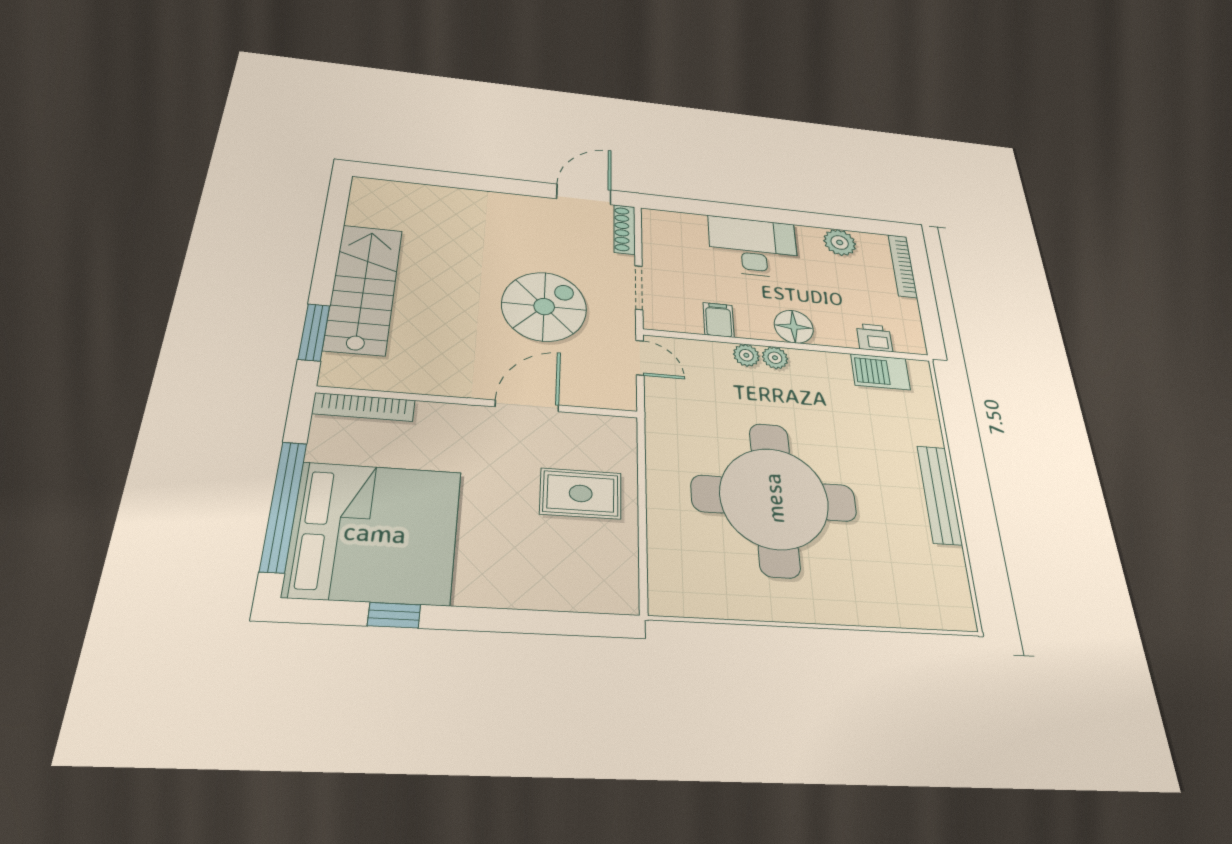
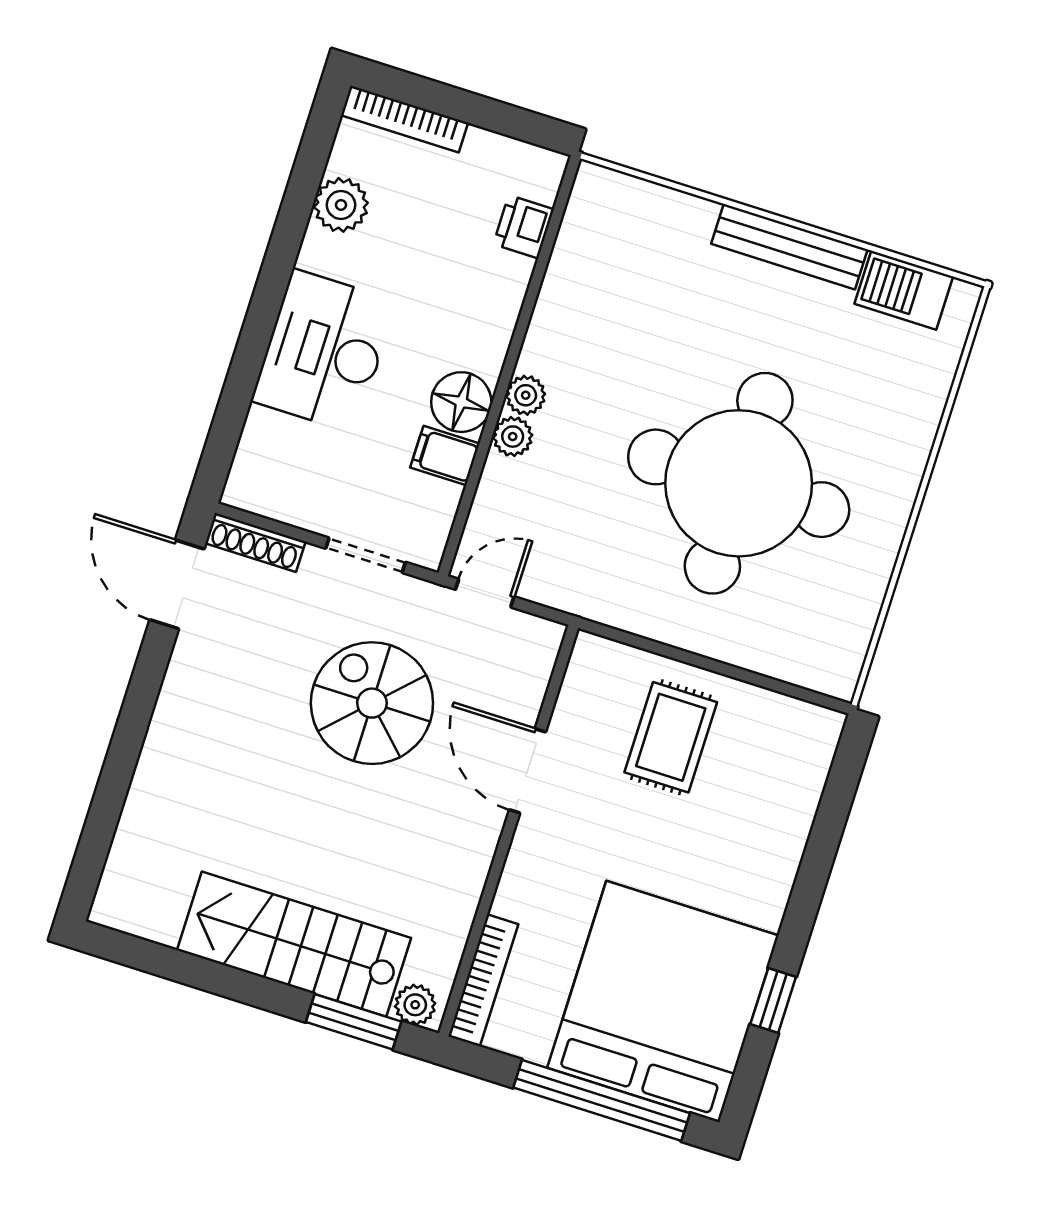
floor lamp: (794, 327) -> (461, 402), moved
plant: (335, 367) -> (415, 1005), added
barbecue: (880, 372) -> (904, 290), moved, turned 90

